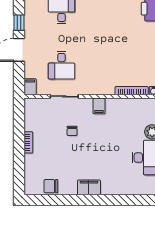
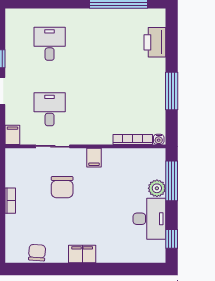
desk: (61, 65) -> (50, 109), turned 180
chair: (72, 131) -> (62, 187), width x1.87, depth x1.87
chair: (51, 186) -> (37, 253), turned 94

